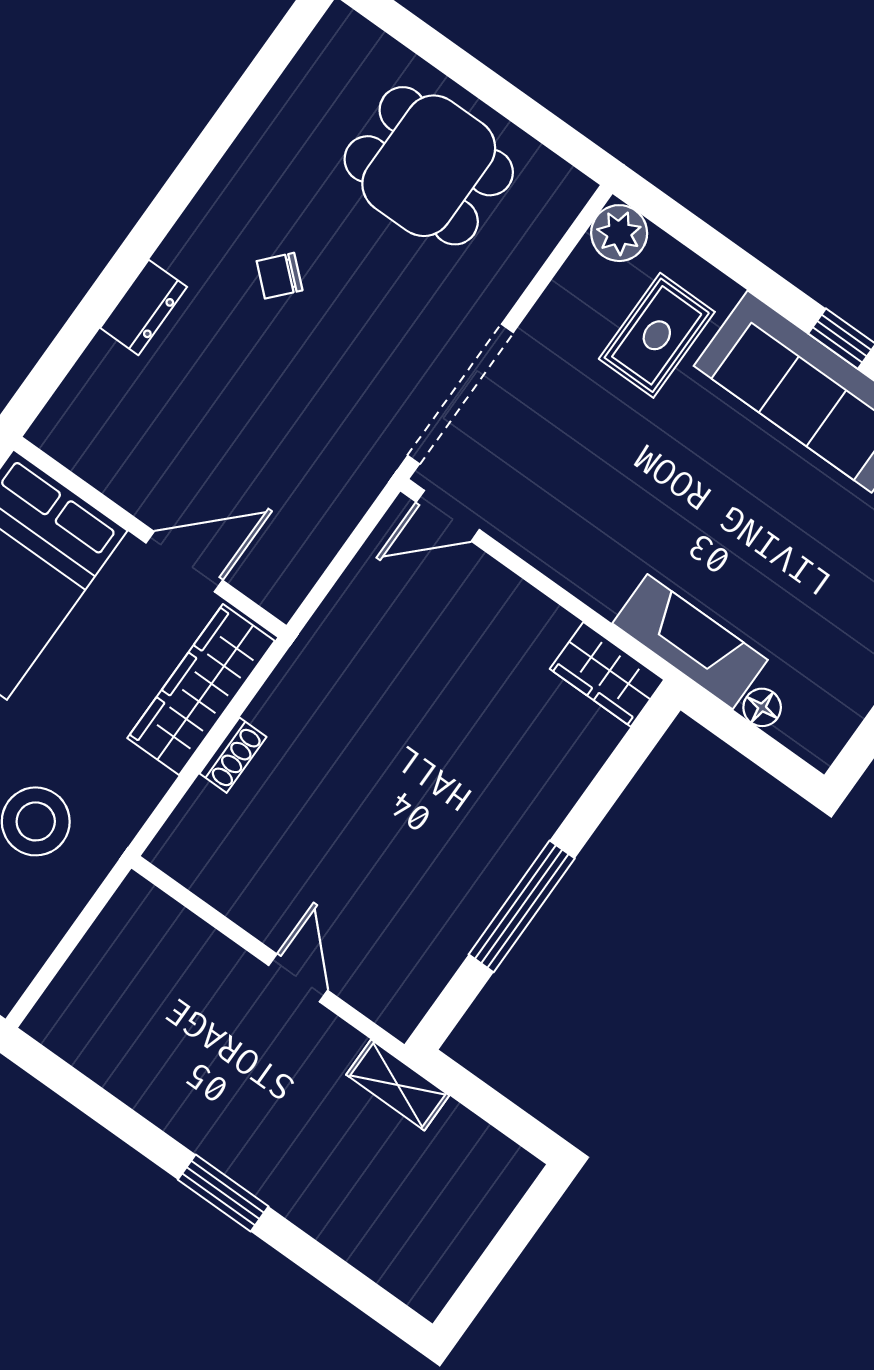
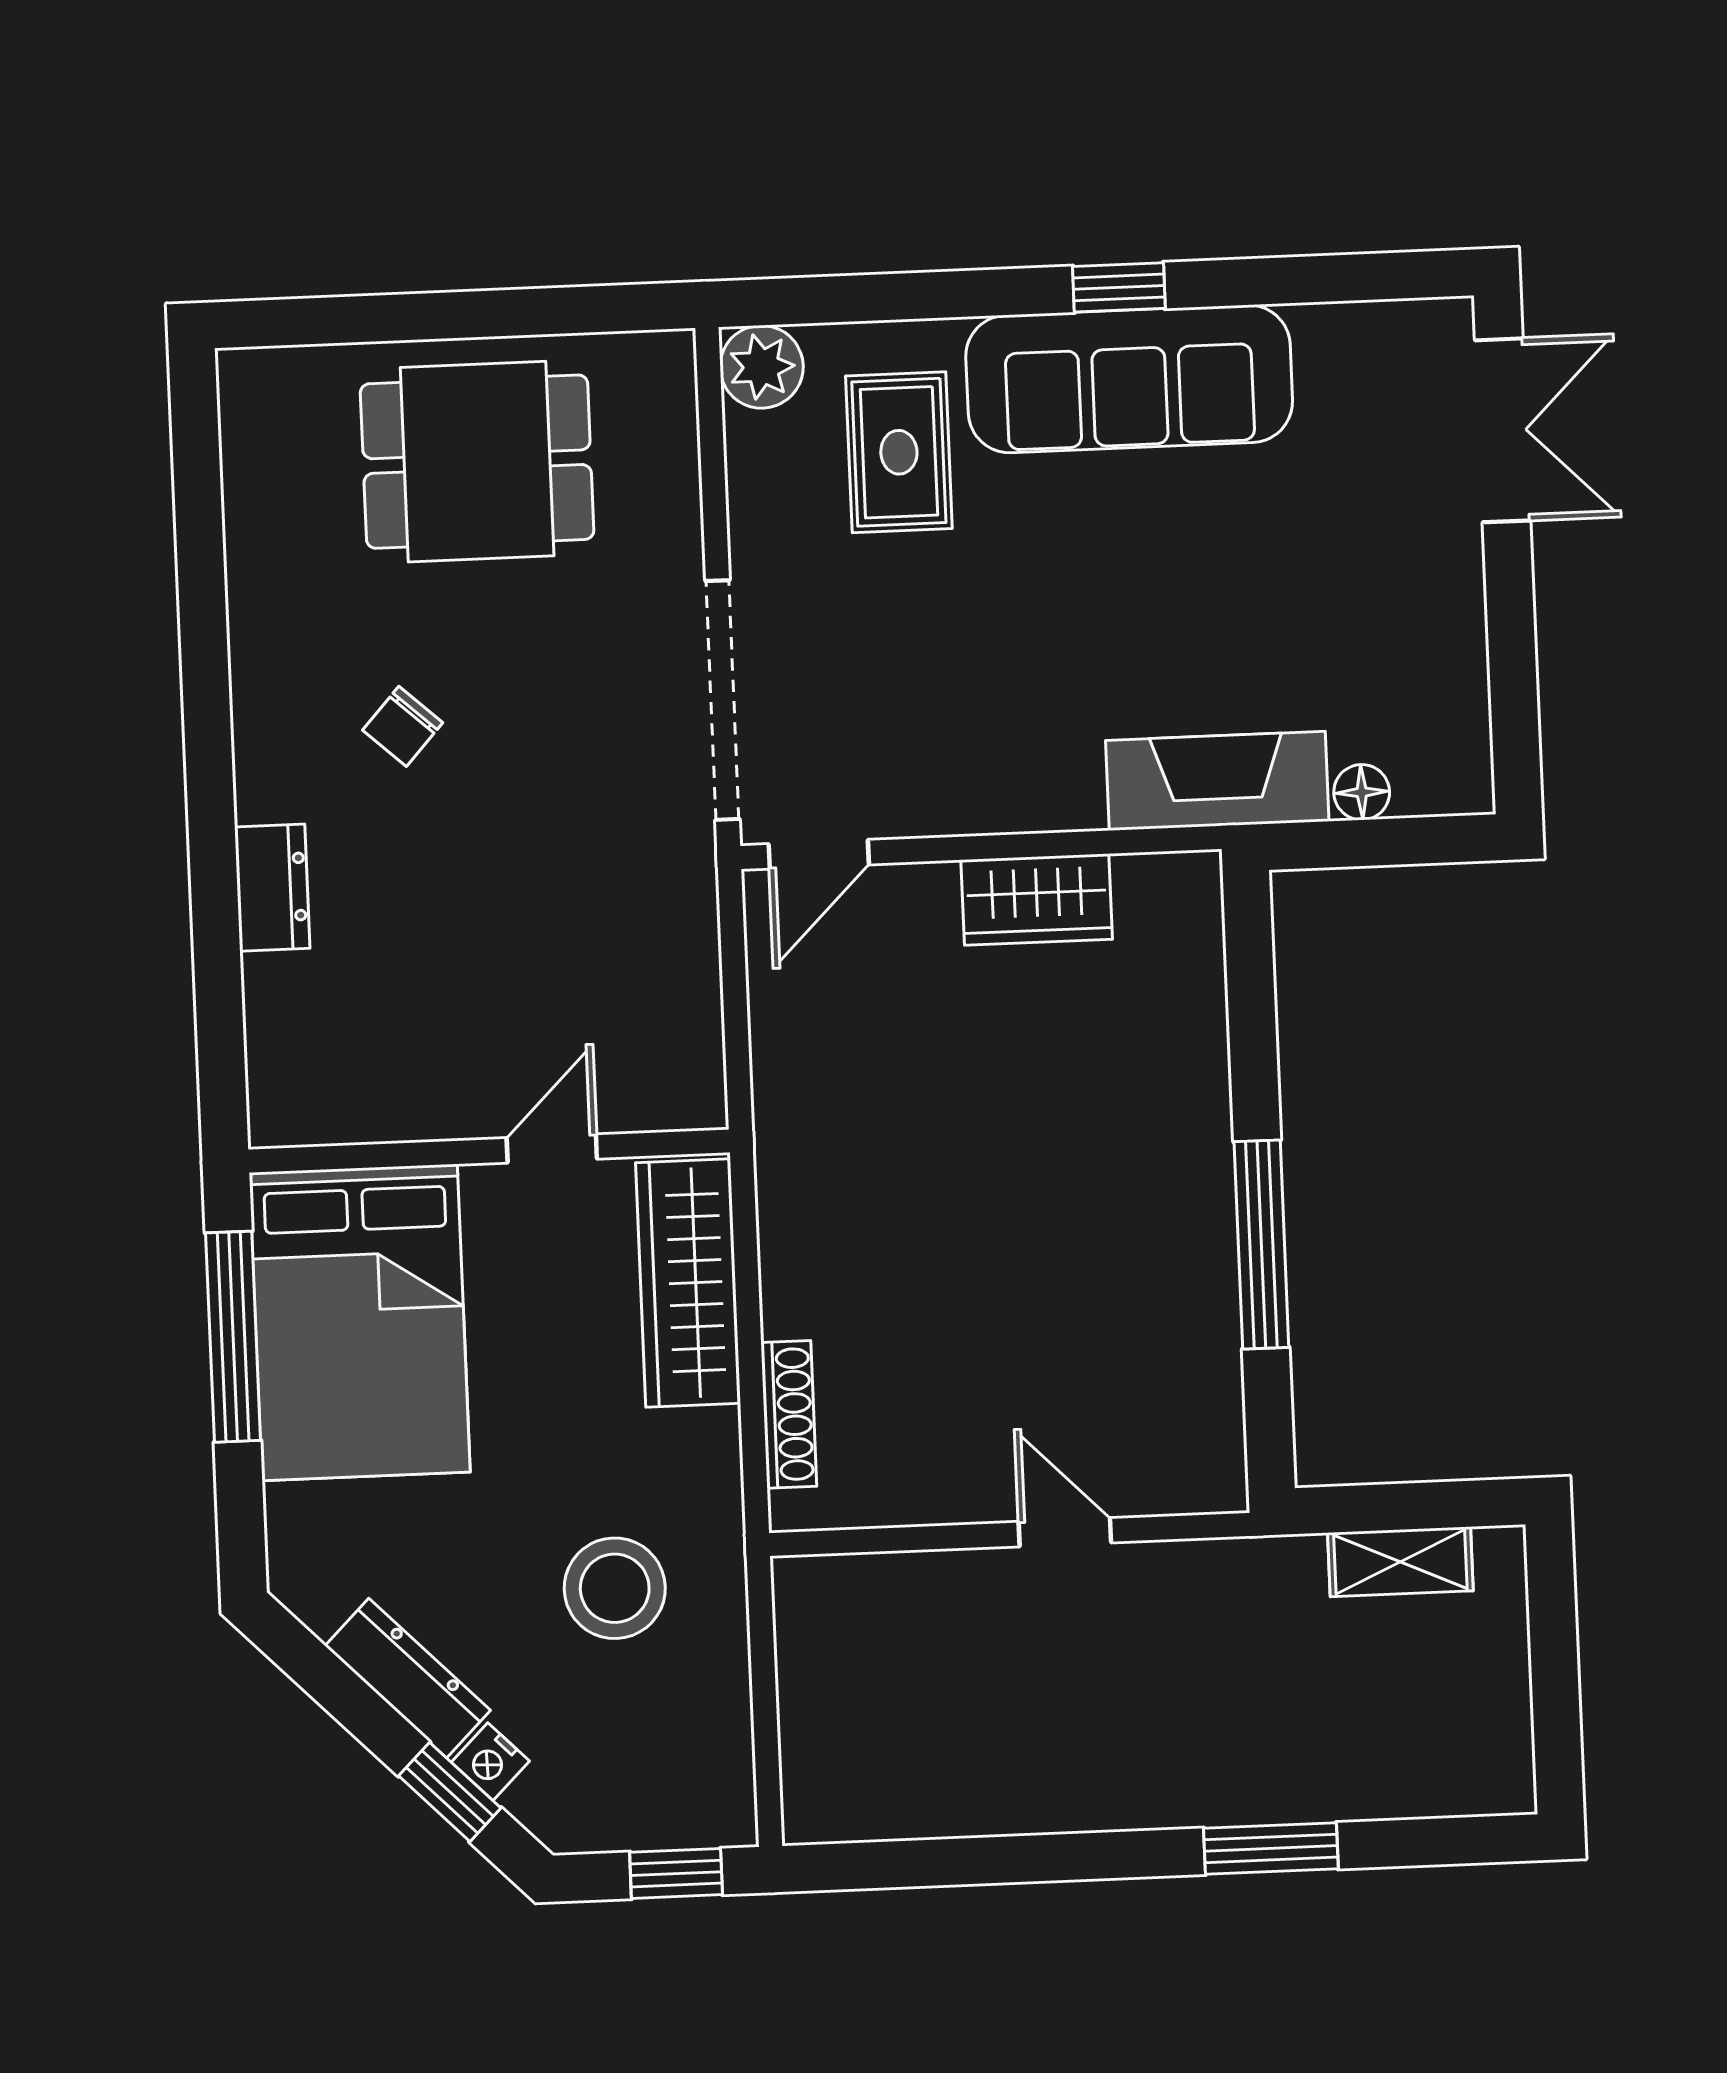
door: (184, 562) -> (552, 1148), width x0.73
wardrobe: (607, 674) -> (1037, 900), moved
shoe rack: (233, 755) -> (789, 1414), moved, width x1.43
shelving: (398, 1085) -> (1400, 1562), moved
window: (223, 1193) -> (1271, 1849), moved

